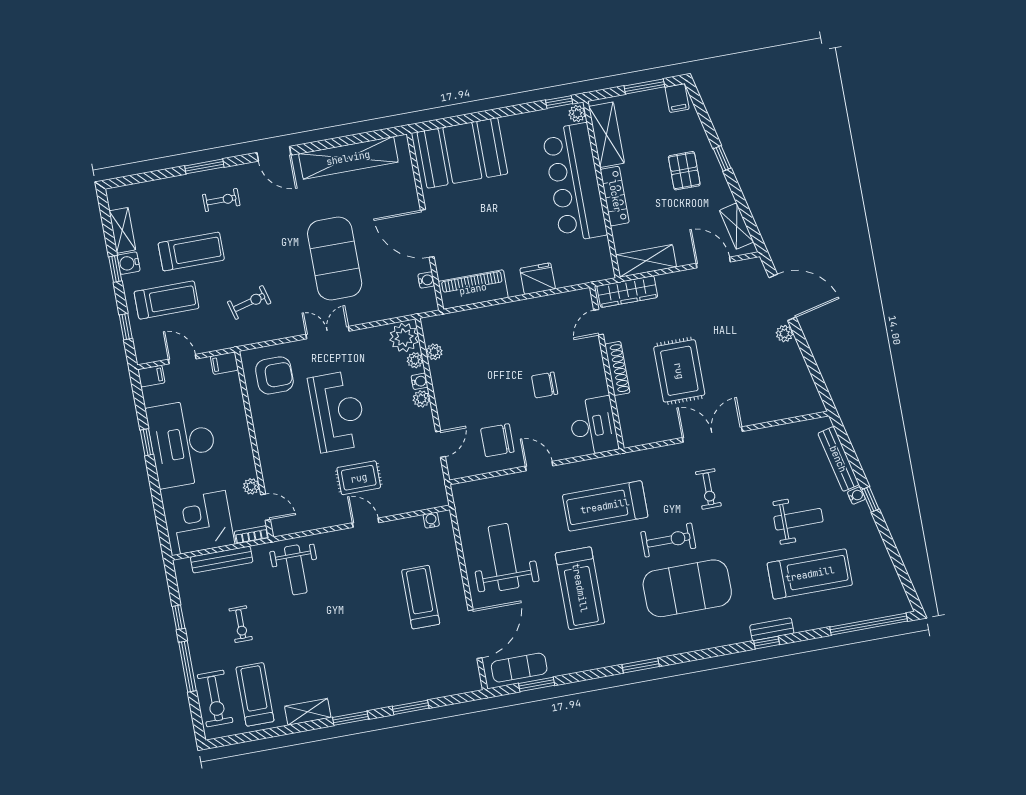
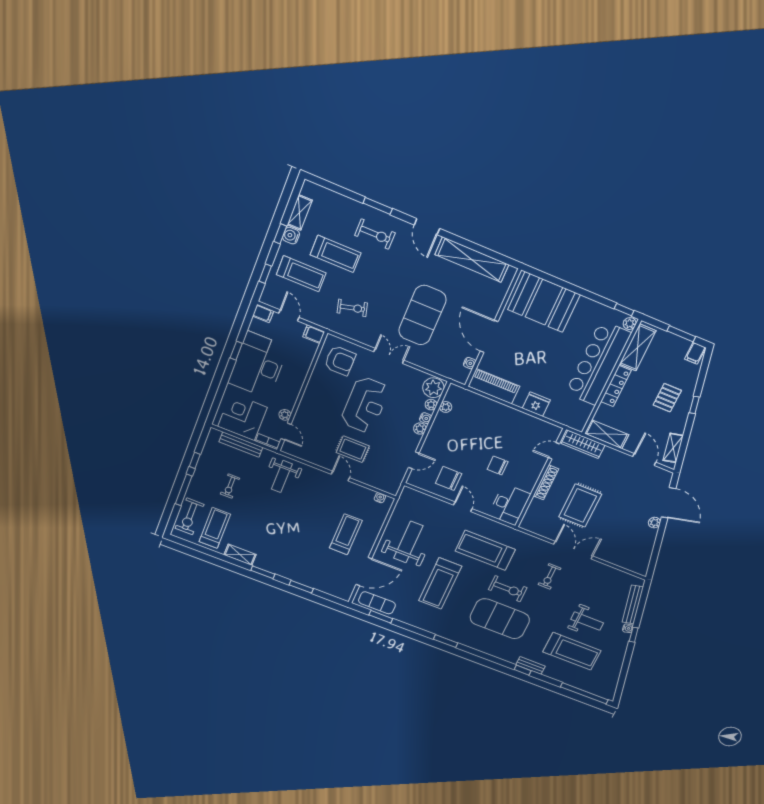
exercise bike: (221, 200) -> (375, 234), width x1.38, depth x1.39

